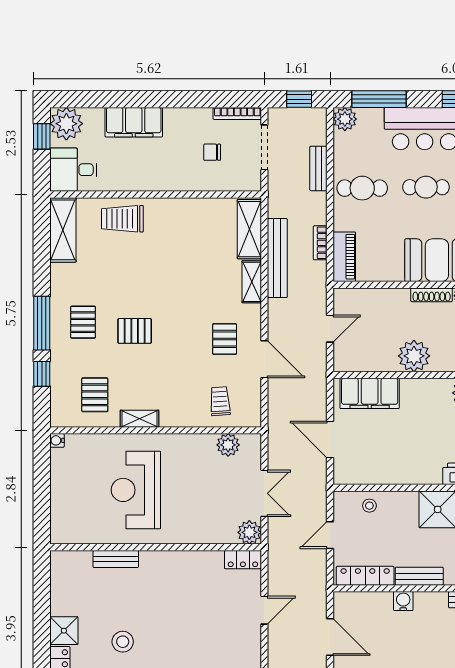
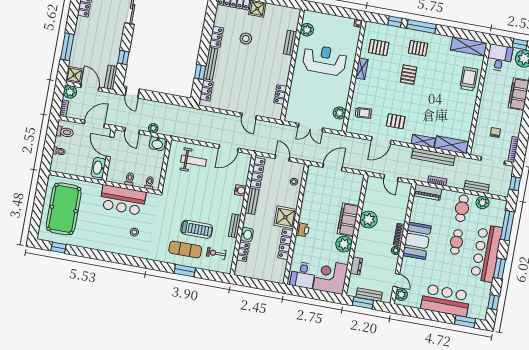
plant: (345, 119) -> (483, 203), moved
filing cabinet: (370, 393) -> (348, 220), moved
plant: (249, 532) -> (307, 30), moved
locker: (243, 560) -> (280, 95), moved

